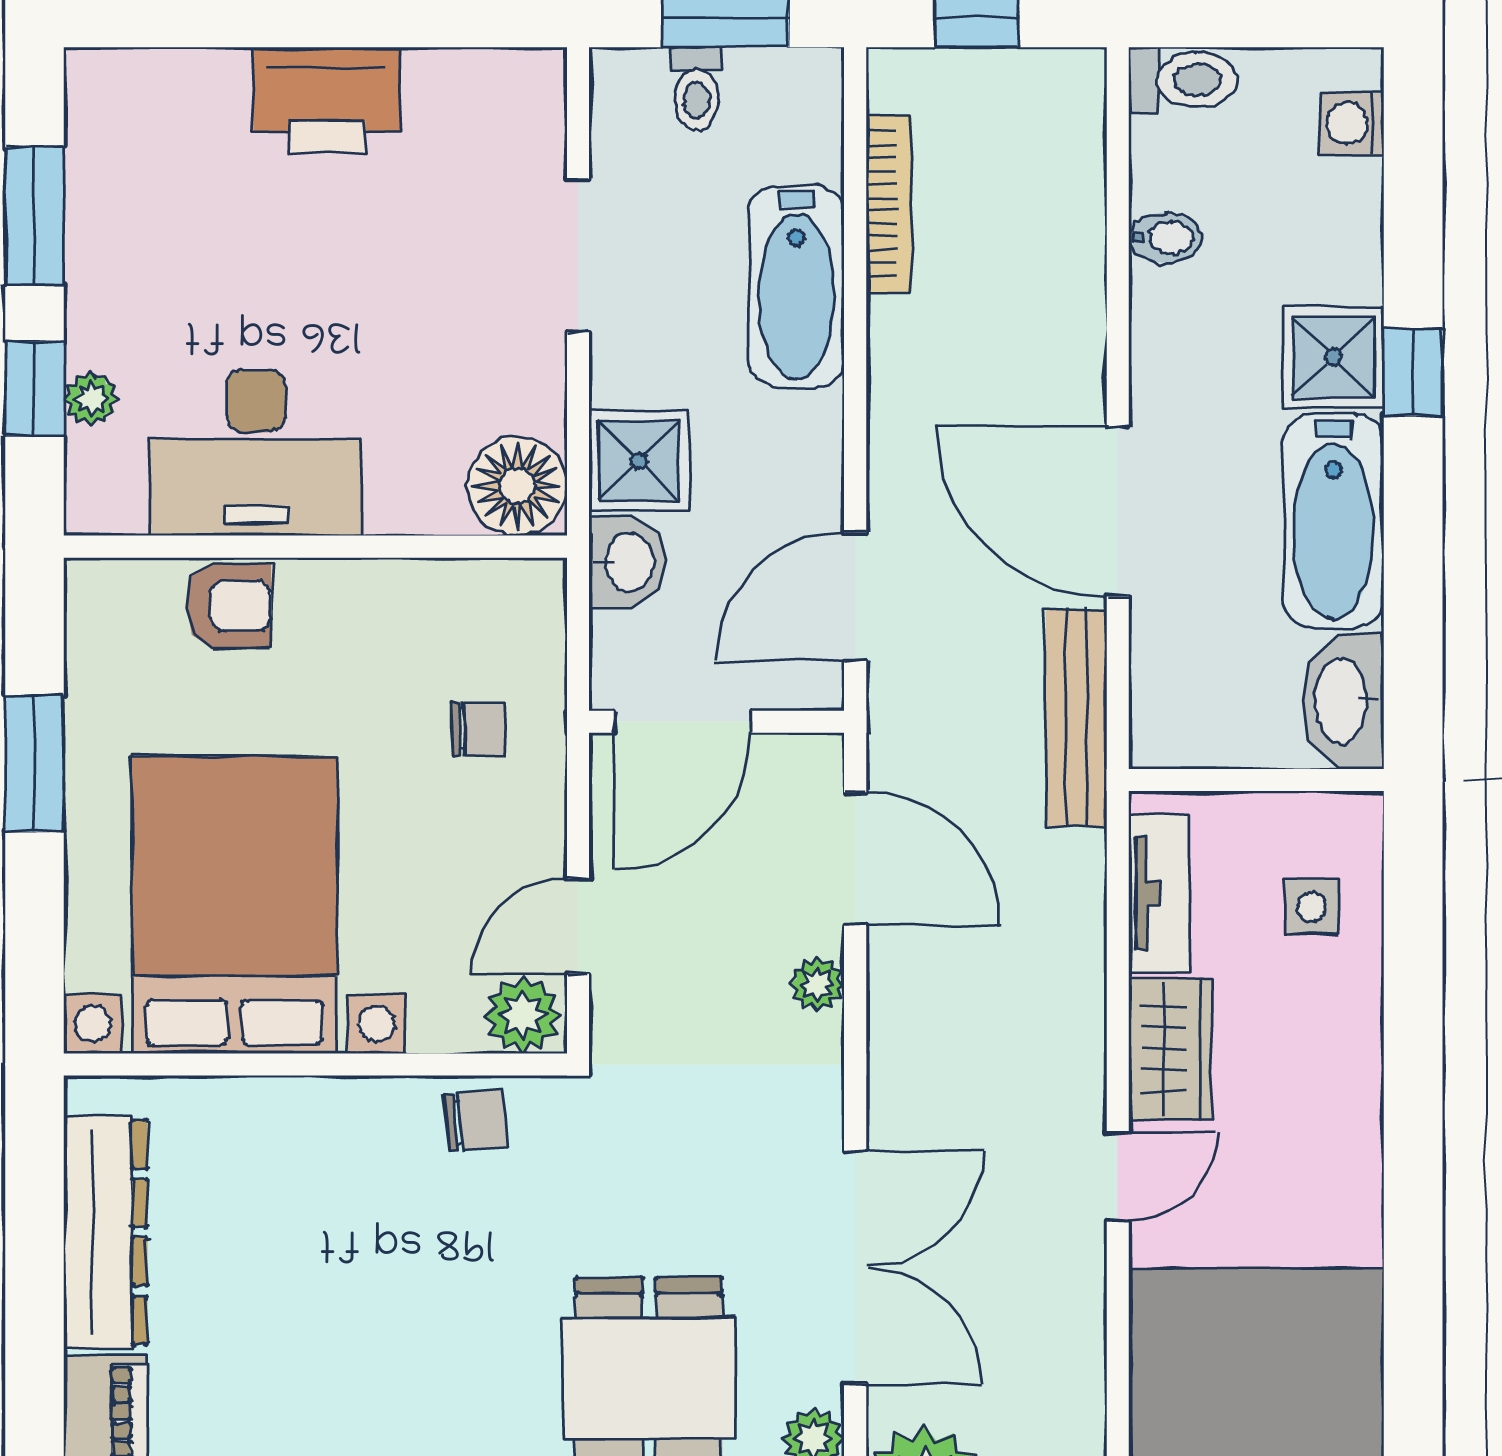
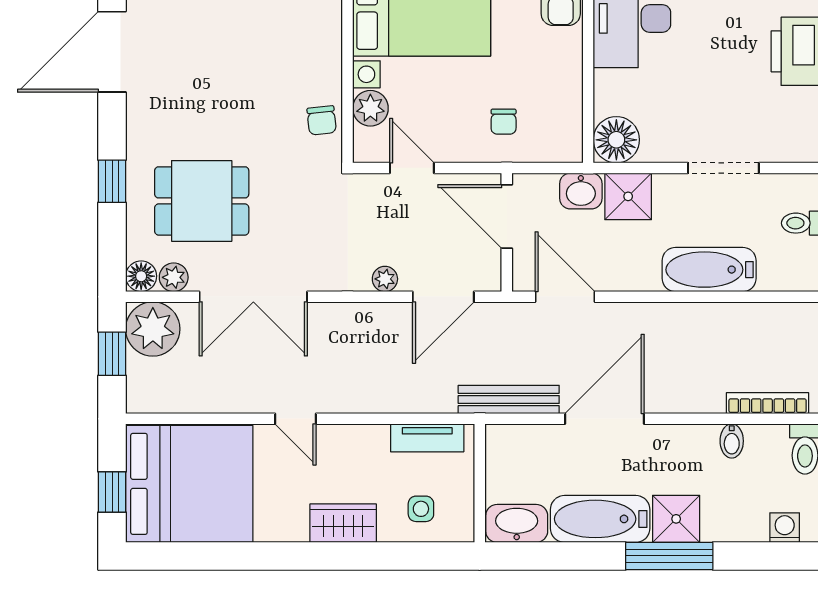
bookcase: (889, 204) -> (768, 403), moved, turned 180
window: (1413, 372) -> (669, 556), width x2.17
plant: (523, 1015) -> (370, 108), moved
wardrobe: (1170, 1049) -> (343, 523), moved, turned 180

